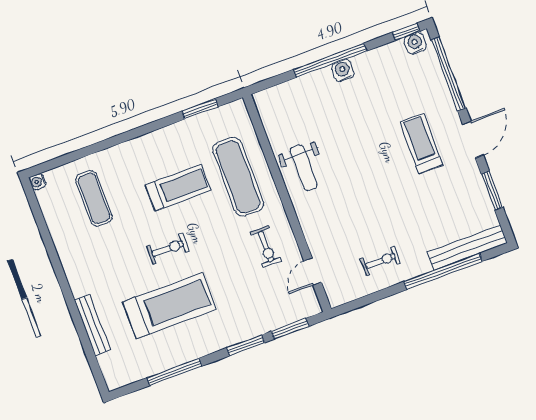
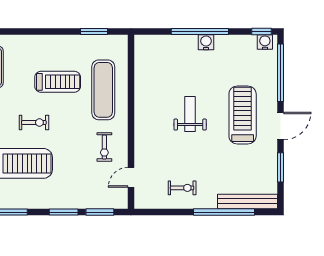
treadmill: (421, 143) -> (243, 115), width x1.37, depth x1.38
weight bench: (304, 168) -> (190, 114), moved, turned 180

